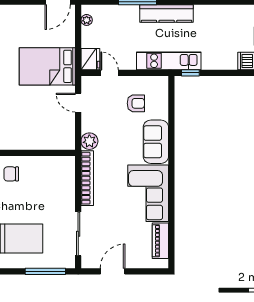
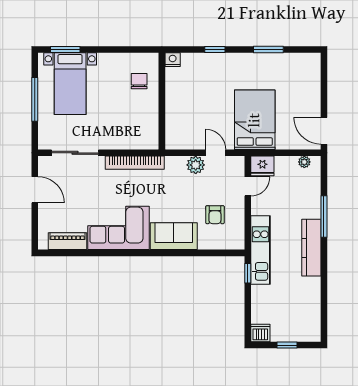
door: (78, 103) -> (216, 153), hinge flipped
plant: (89, 141) -> (196, 165), moved
window: (45, 271) -> (35, 99), moved

